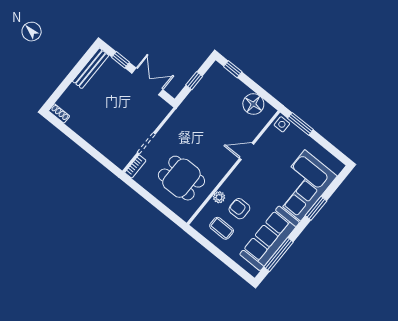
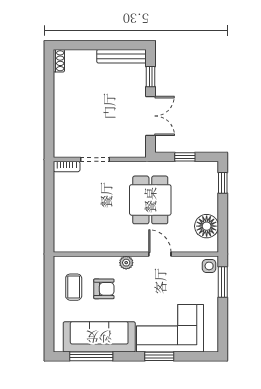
dining table: (181, 178) -> (150, 200), moved
plant: (219, 197) -> (126, 263), moved
armchair: (239, 209) -> (104, 289), turned 90

